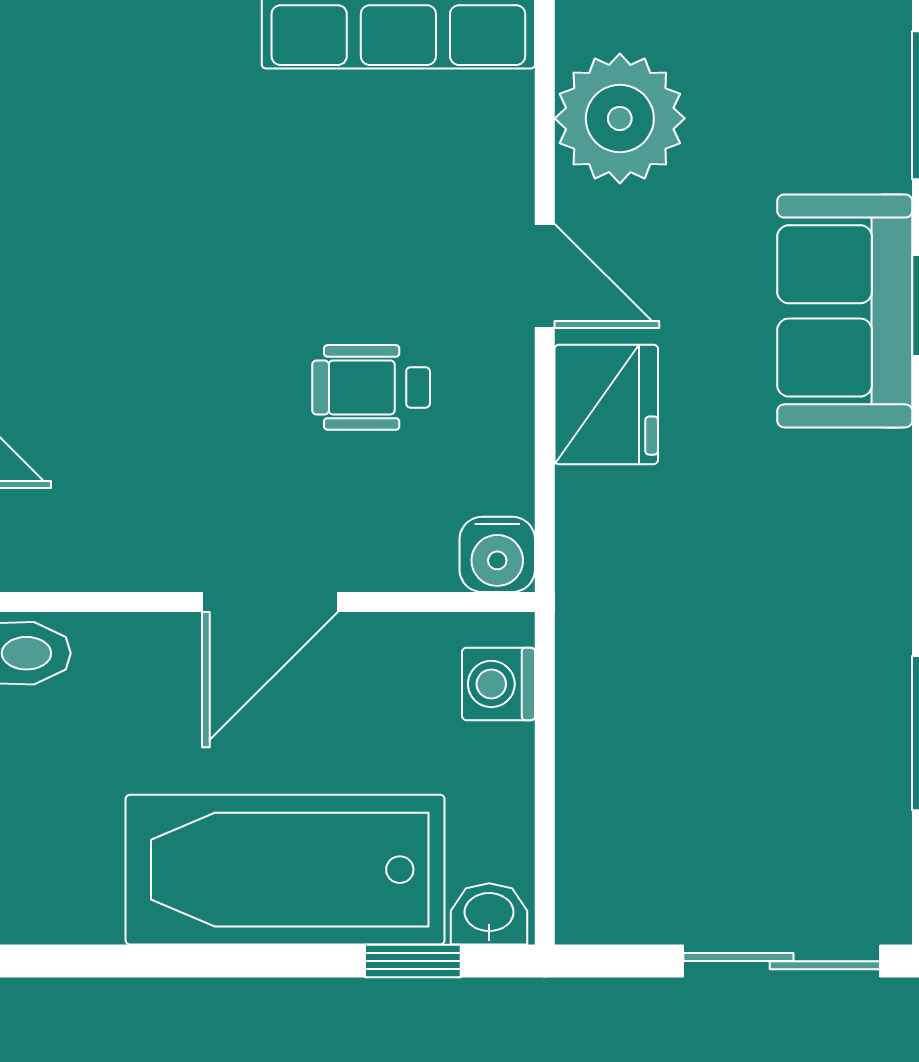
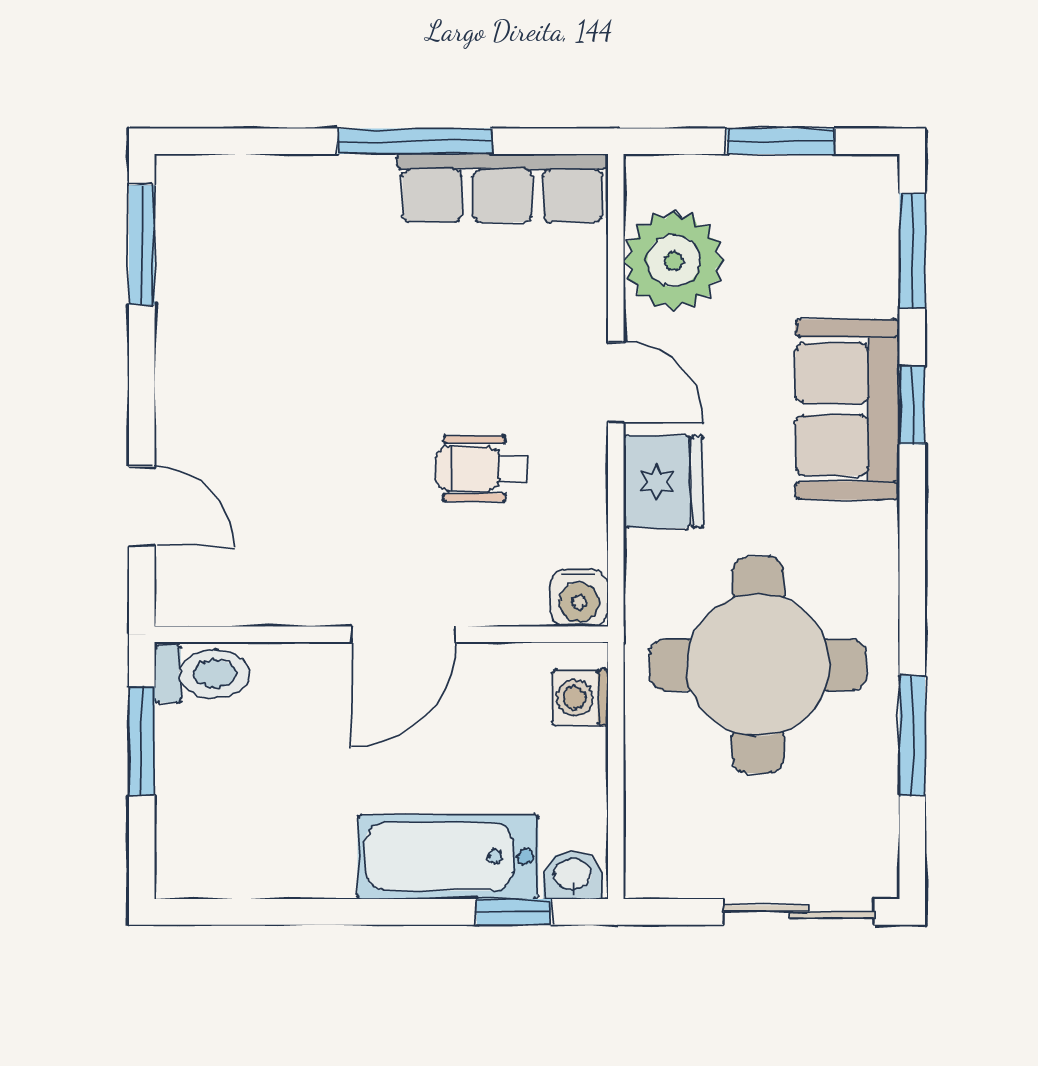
round table: (729, 642) -> (758, 665), added
bathtub: (285, 870) -> (448, 857), width x0.73, depth x0.73

